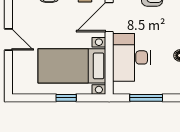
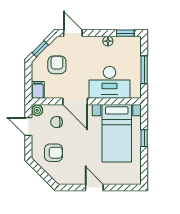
door: (8, 39) -> (94, 187), hinge flipped

